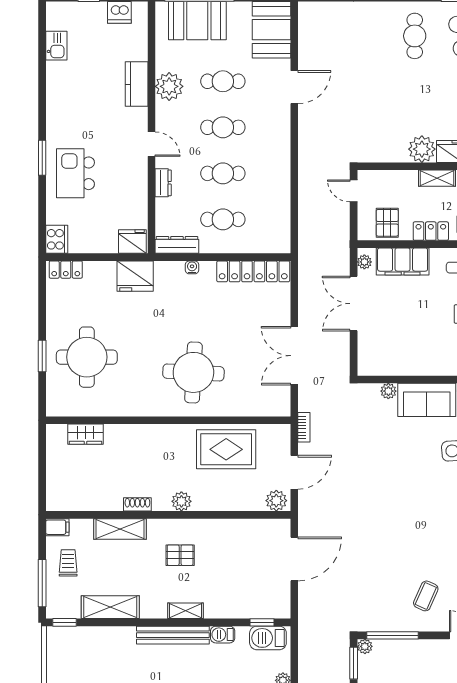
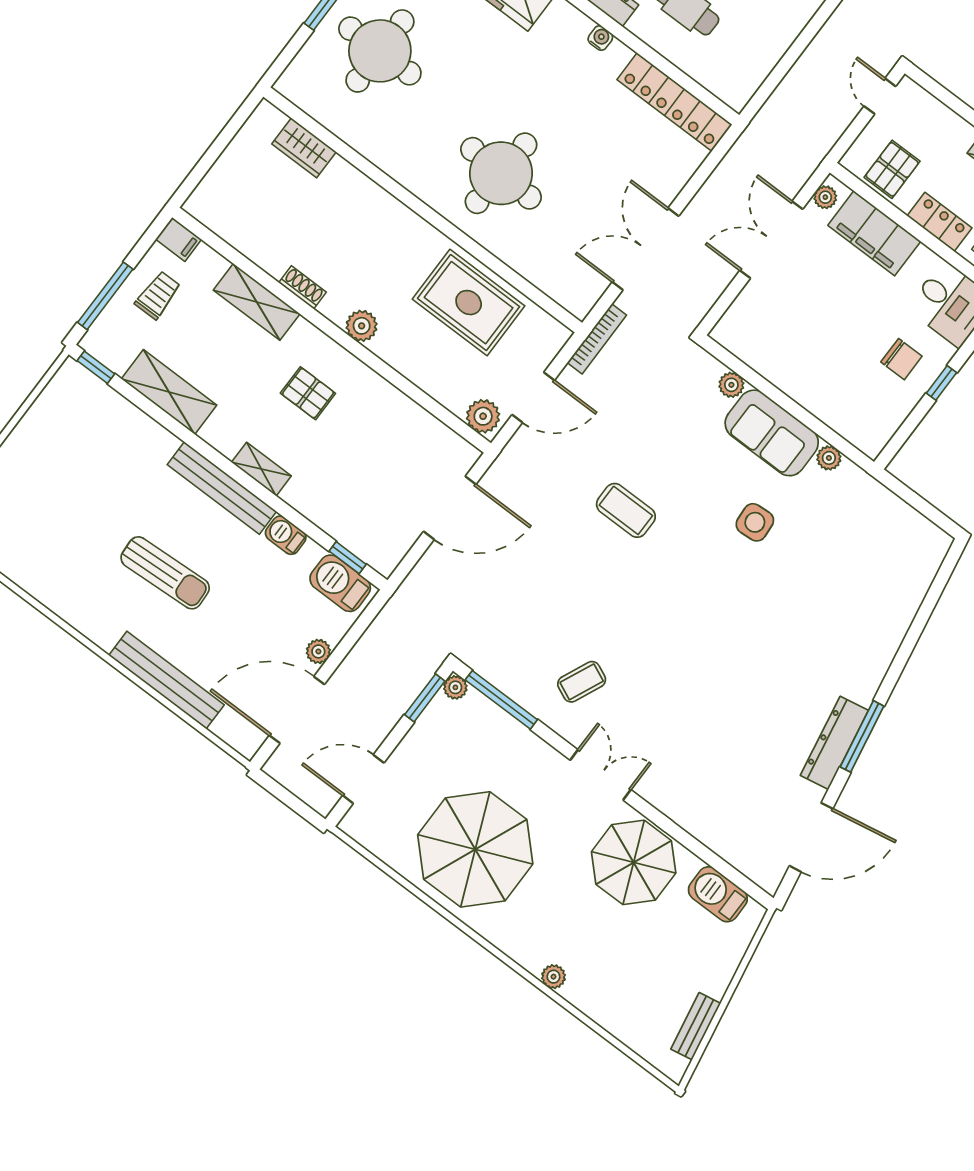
bookcase: (304, 427) -> (597, 339), width x1.56
coffee table: (383, 494) -> (626, 510), added

